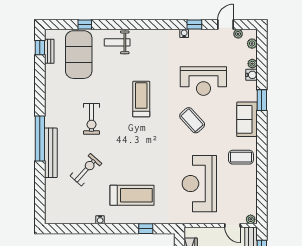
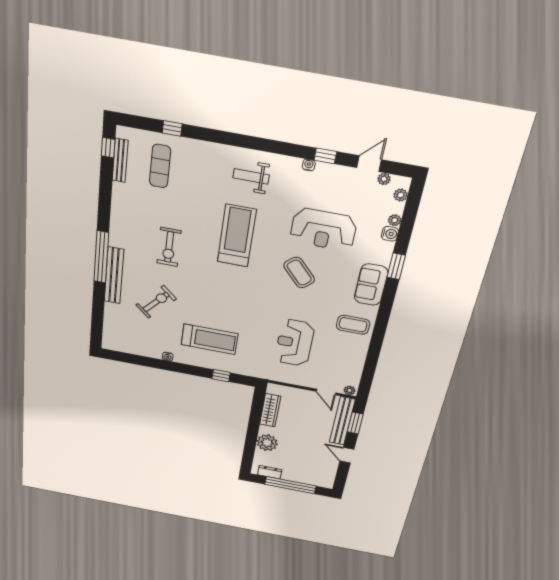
weight bench: (117, 42) -> (251, 176), moved
bench: (49, 51) -> (120, 160), width x1.36
exercise mat: (79, 55) -> (160, 166), width x0.50, depth x0.69
treadmill: (141, 99) -> (237, 236), width x1.37, depth x1.38
reception desk: (199, 184) -> (295, 343), width x0.74, depth x0.77

